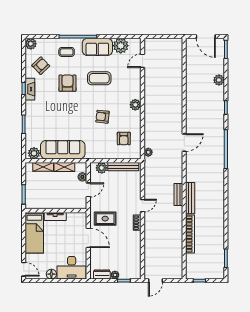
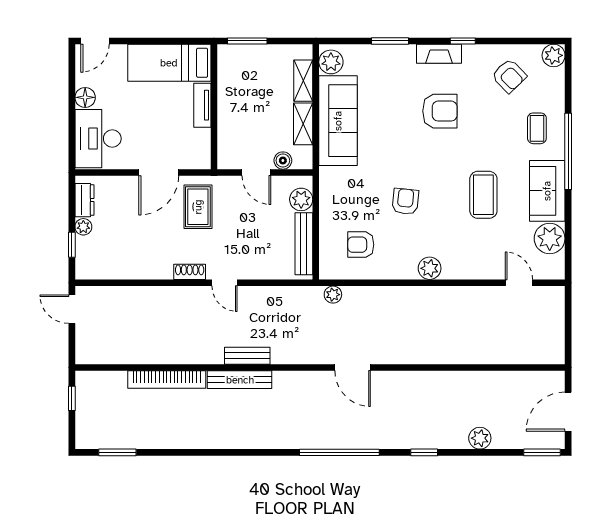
armchair: (67, 83) -> (440, 111), moved
fireplace: (30, 89) -> (439, 54), moved

